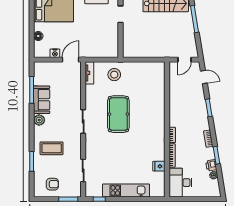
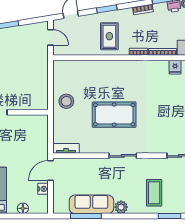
door: (71, 60) -> (50, 171), hinge flipped
stool: (114, 75) -> (66, 101), moved
sofa: (42, 100) -> (91, 204), width x1.36
rug: (185, 110) -> (109, 36), added

